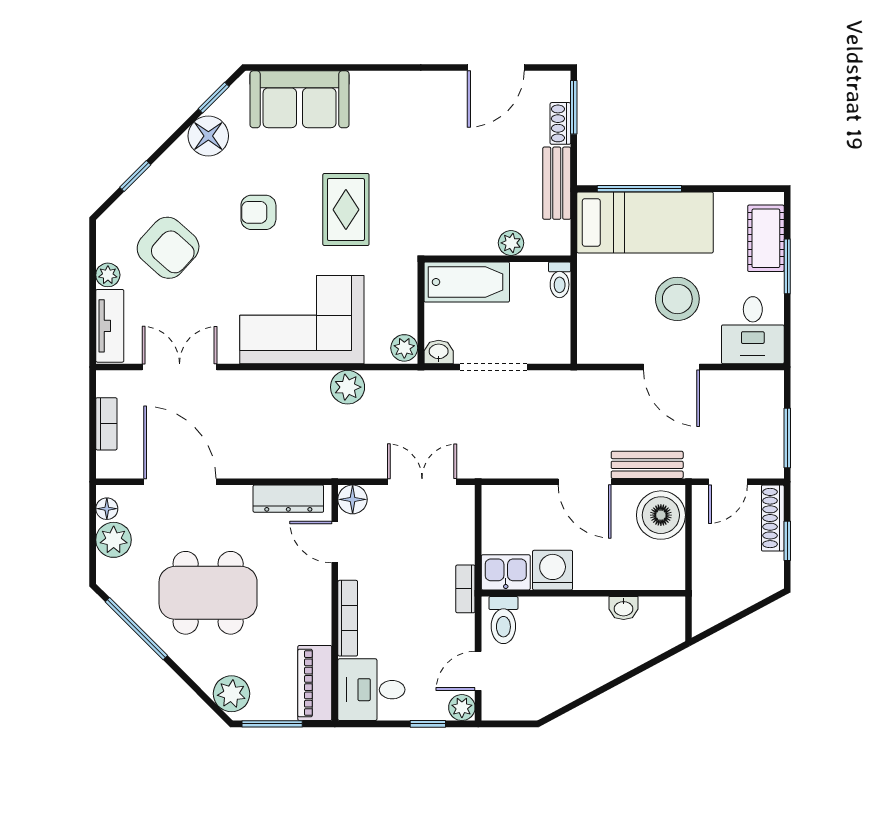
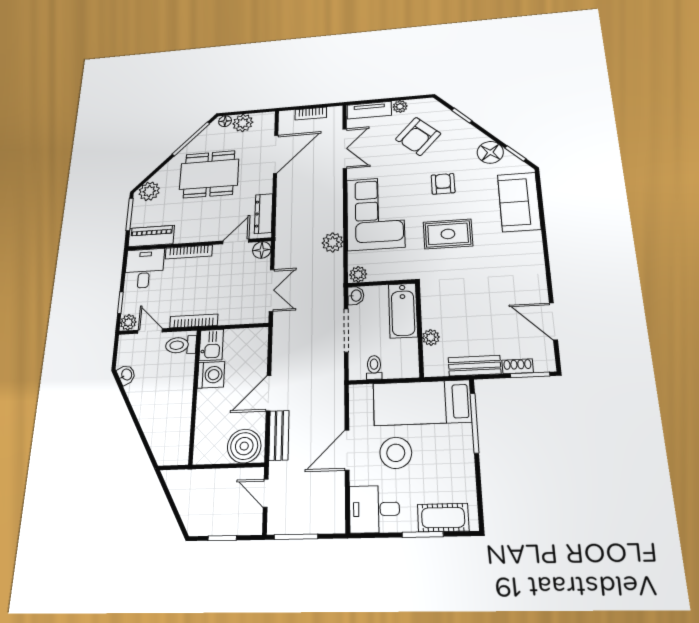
bed: (645, 222) -> (422, 403), moved, turned 90
toilet: (560, 280) -> (374, 367), moved, turned 90
floor lamp: (107, 509) -> (225, 121), moved
shoe rack: (773, 518) -> (239, 527), removed
bookcase: (465, 589) -> (194, 321), width x1.56
dining table: (208, 593) -> (209, 174), turned 90
washbasin: (624, 608) -> (126, 375), moved, turned 152

